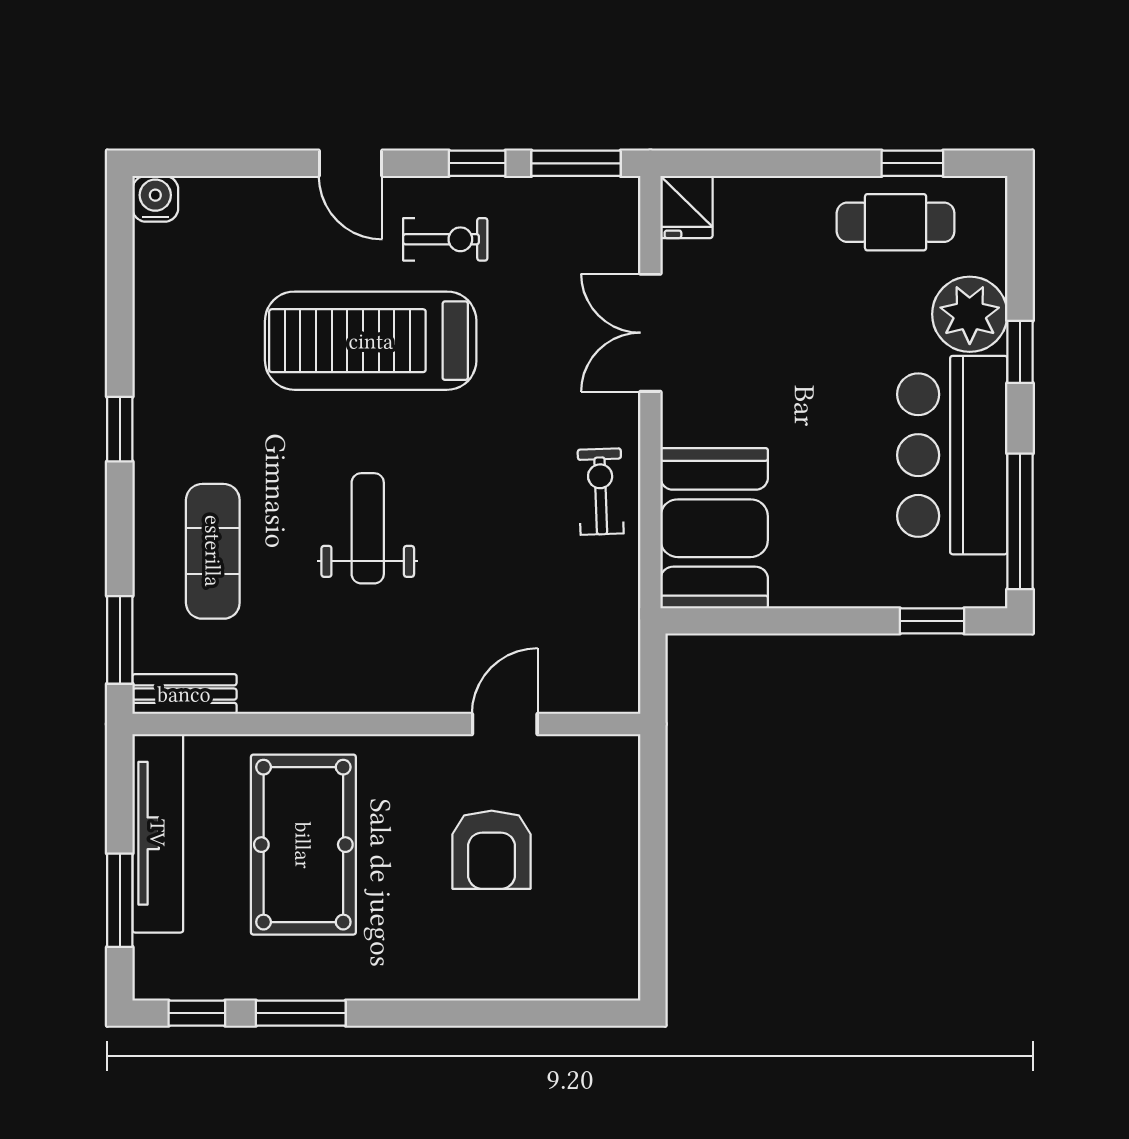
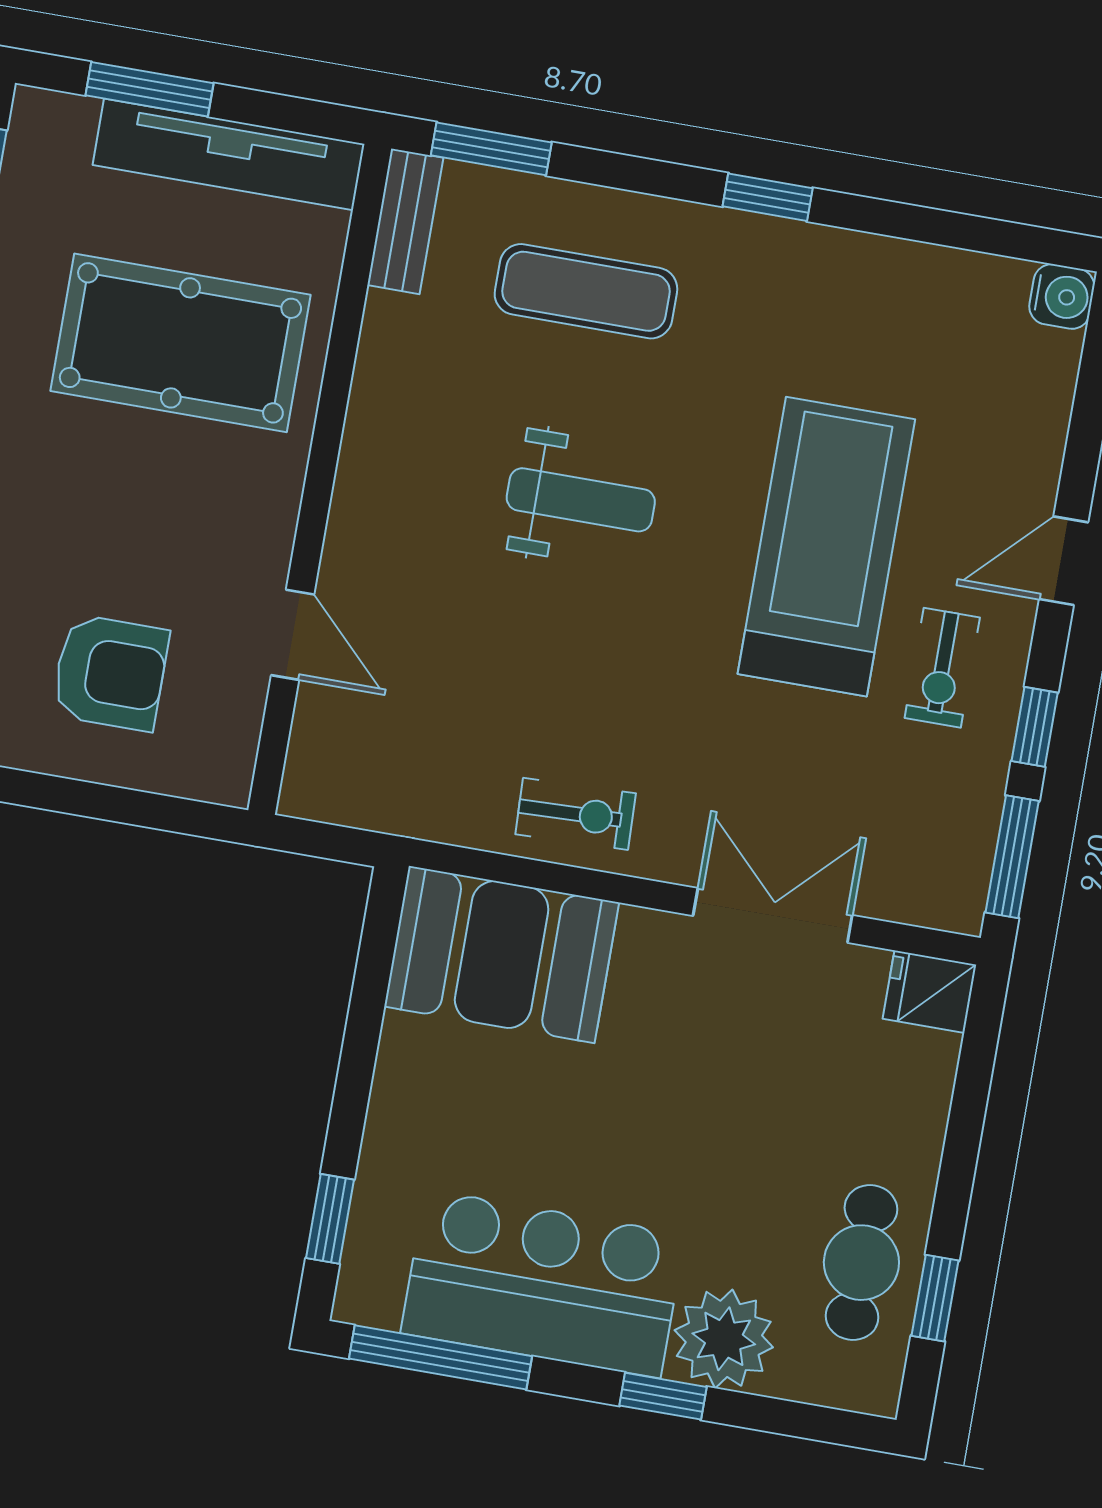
armchair: (492, 850) -> (110, 673), moved, turned 180

